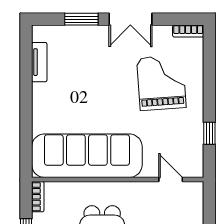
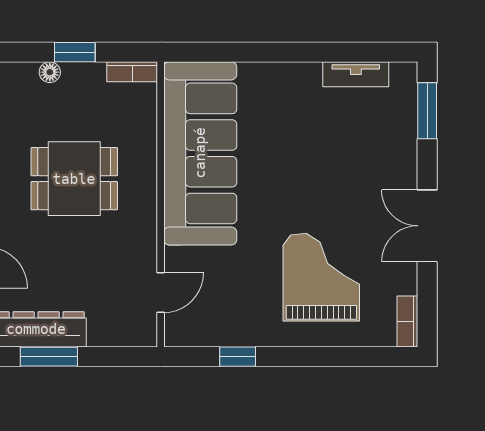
window: (81, 19) -> (427, 111), moved
grand piano: (161, 83) -> (321, 277), turned -86

